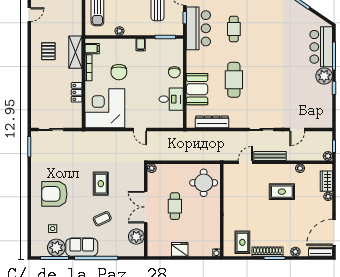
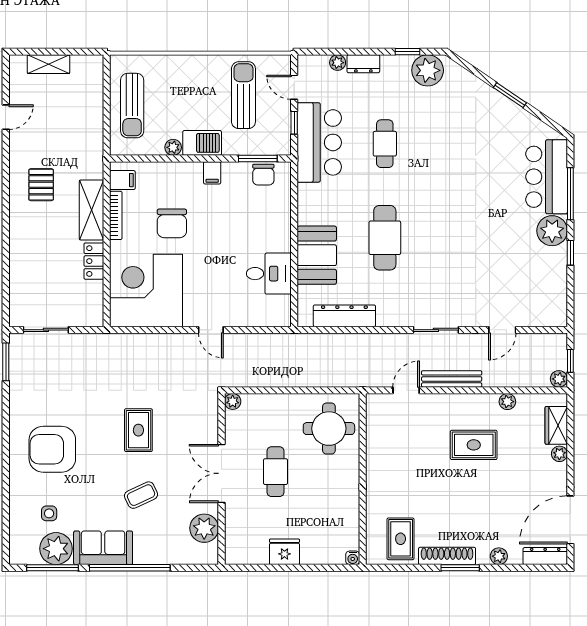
barbecue: (135, 29) -> (202, 143), added
shelving: (75, 52) -> (91, 210), moved
chair: (174, 72) -> (263, 175), moved

